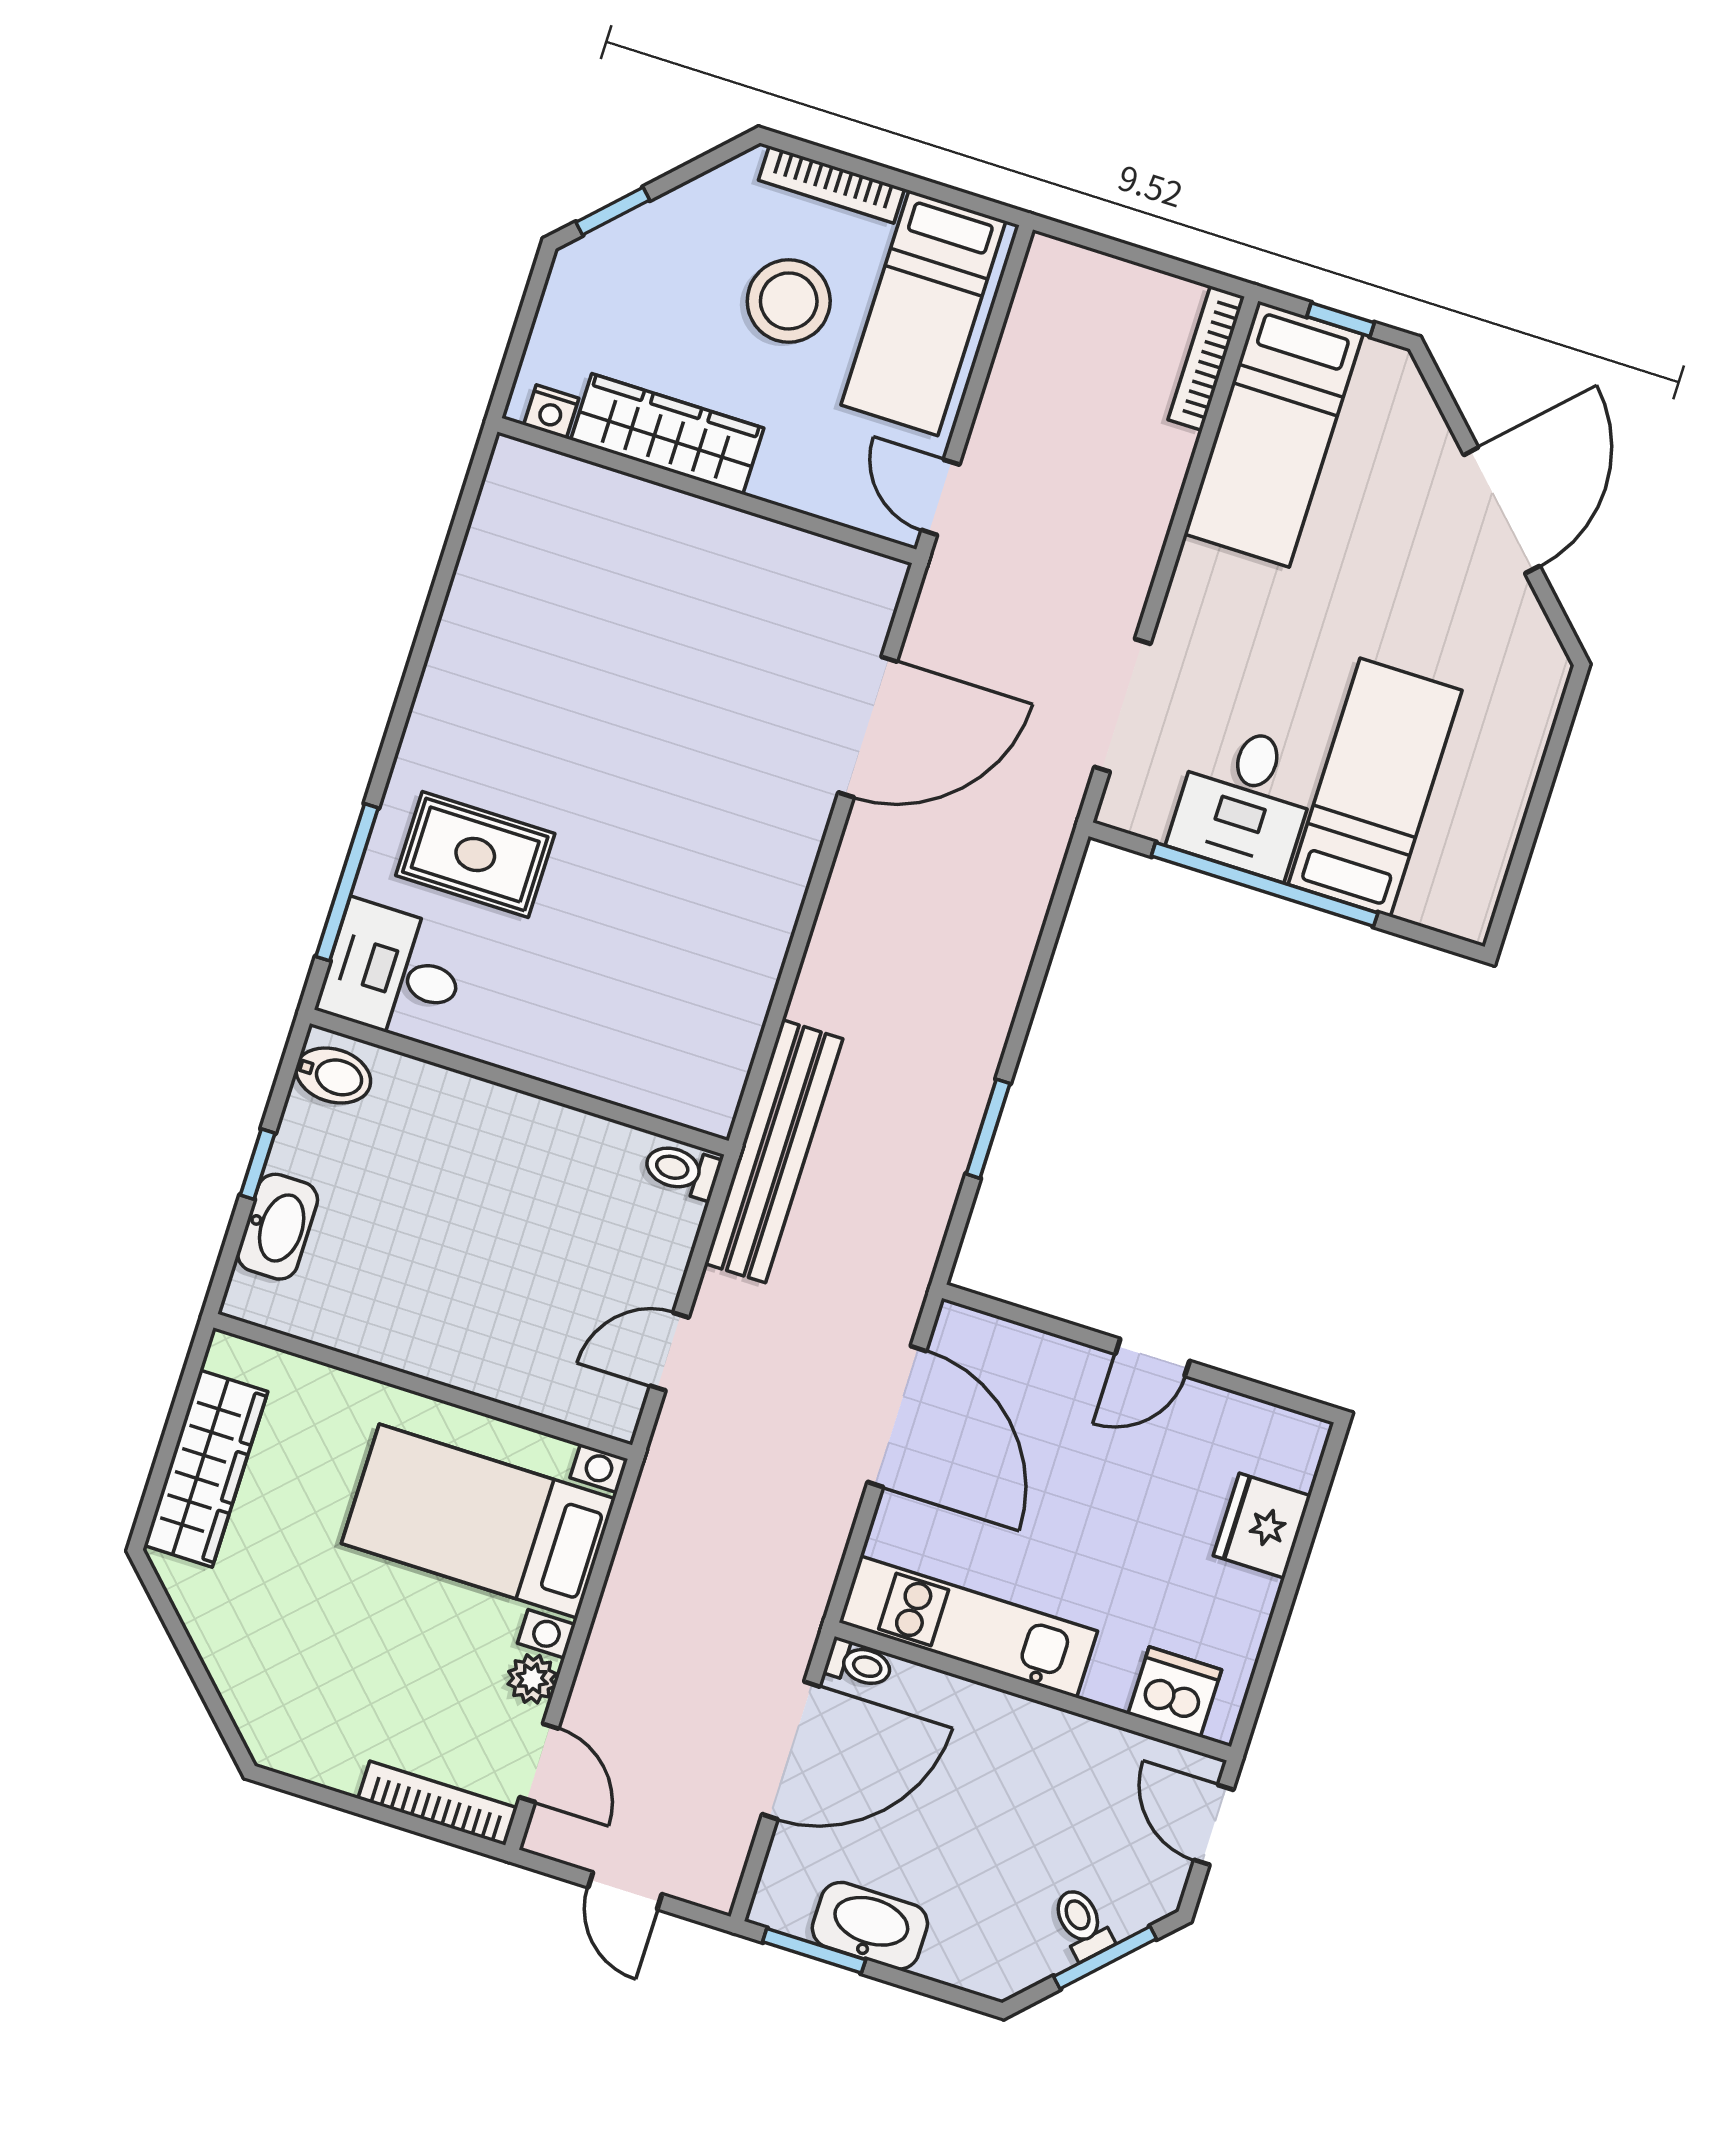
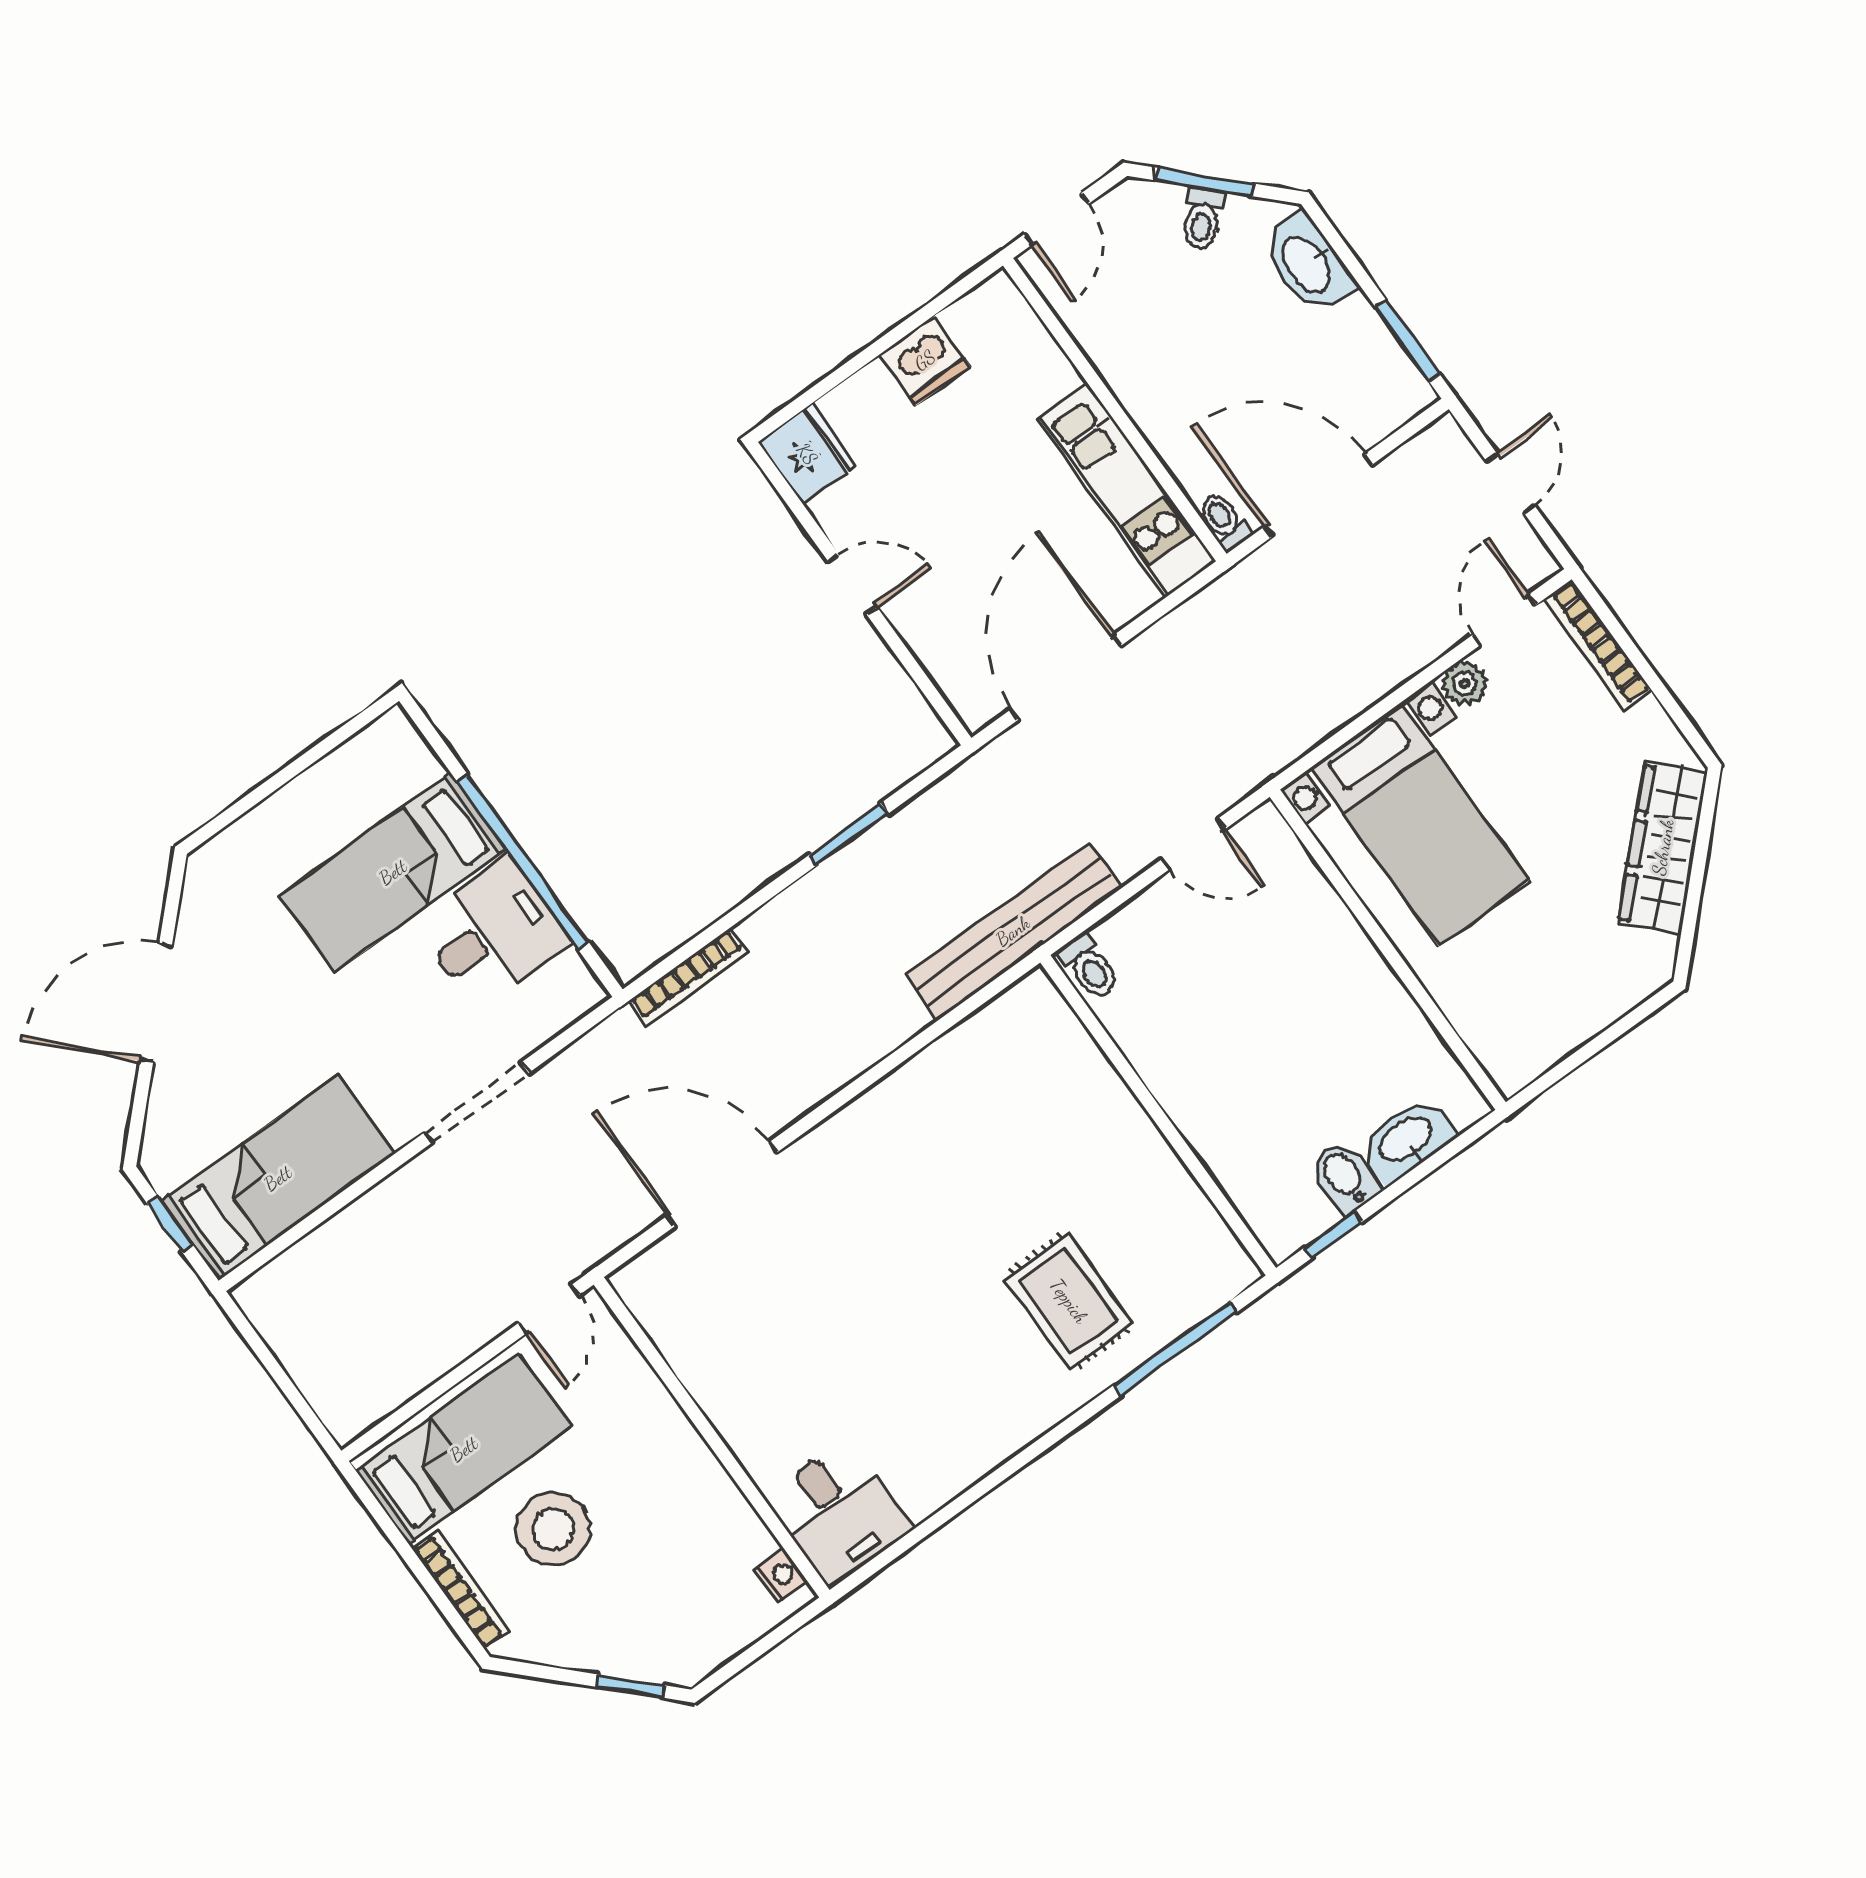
bookcase: (1206, 358) -> (688, 977), moved
wardrobe: (667, 434) -> (710, 1499), removed
doorway: (1122, 705) -> (476, 1103), moved
desk: (394, 972) -> (839, 1513), moved
bidet: (333, 1076) -> (1344, 1177), moved
window: (258, 1164) -> (1333, 1235), moved
wardrobe: (206, 1469) -> (1663, 847), moved, turned -45
fridge: (1262, 1526) -> (807, 454), moved, turned -90
dishwasher: (1175, 1692) -> (925, 360), moved, turned -90
washbasin: (870, 1926) -> (1308, 264), moved

